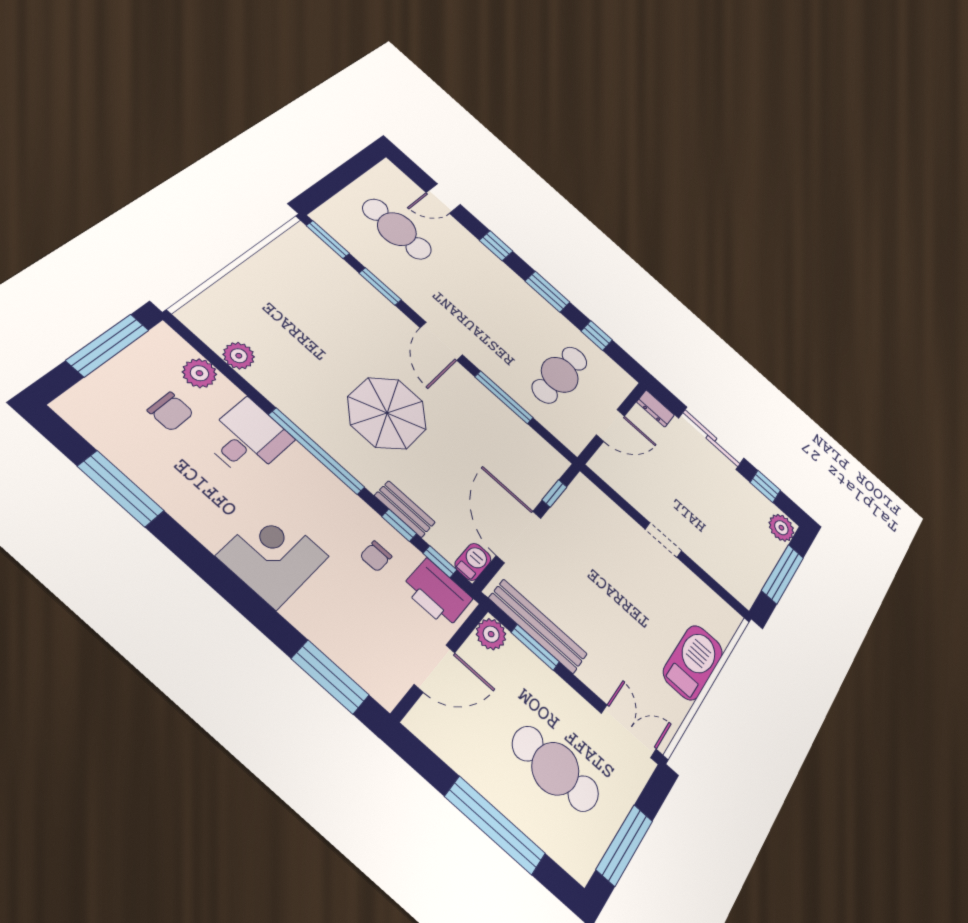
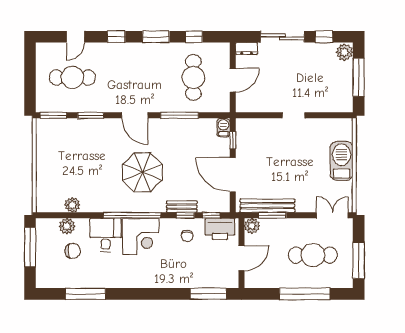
corner desk: (273, 556) -> (140, 236), moved, turned 180
barbecue: (473, 562) -> (223, 128), moved

